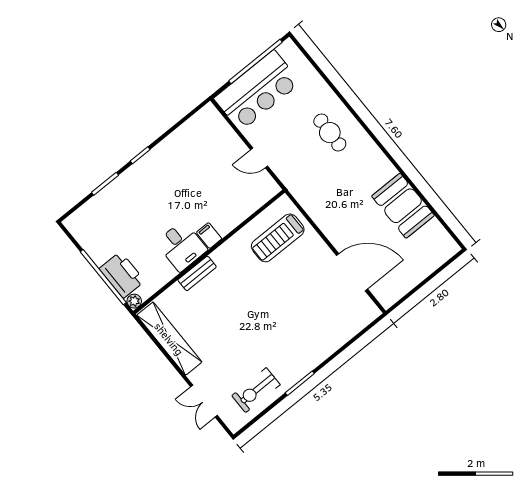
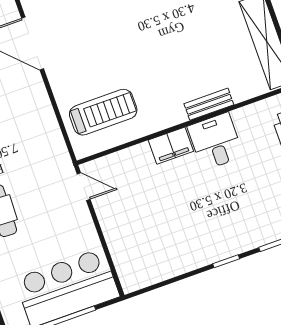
door: (259, 158) -> (84, 187), moved
filing cabinet: (209, 236) -> (171, 146), width x2.00

